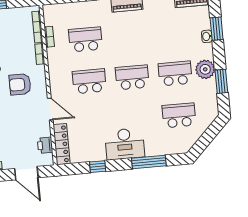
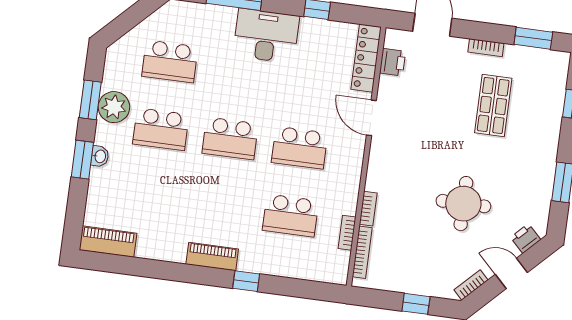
window: (217, 29) -> (82, 160), moved
washbasin: (207, 36) -> (100, 156), moved
plant: (205, 69) -> (114, 107), moved
armchair: (20, 84) -> (411, 168), removed

